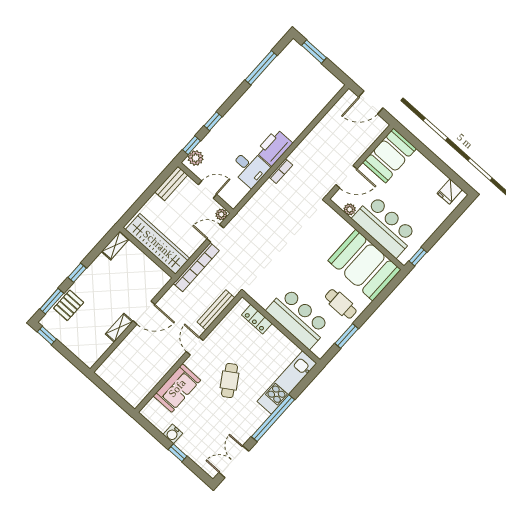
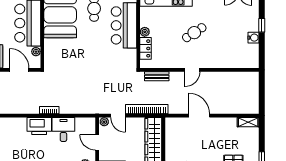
bench: (216, 310) -> (157, 76), width x0.73
shelving: (119, 328) -> (248, 122), moved
plant: (274, 333) -> (145, 32), added
sofa: (177, 388) -> (225, 59), removed

